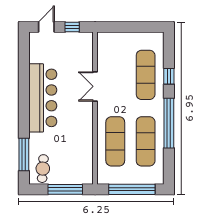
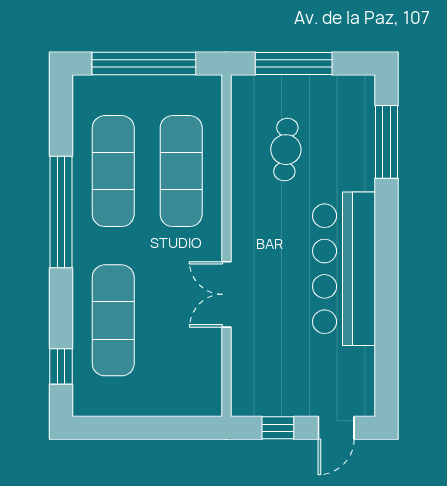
window: (169, 76) -> (61, 366), moved
double door: (95, 86) -> (226, 294), swing flipped
cafe table: (43, 169) -> (286, 150), moved

